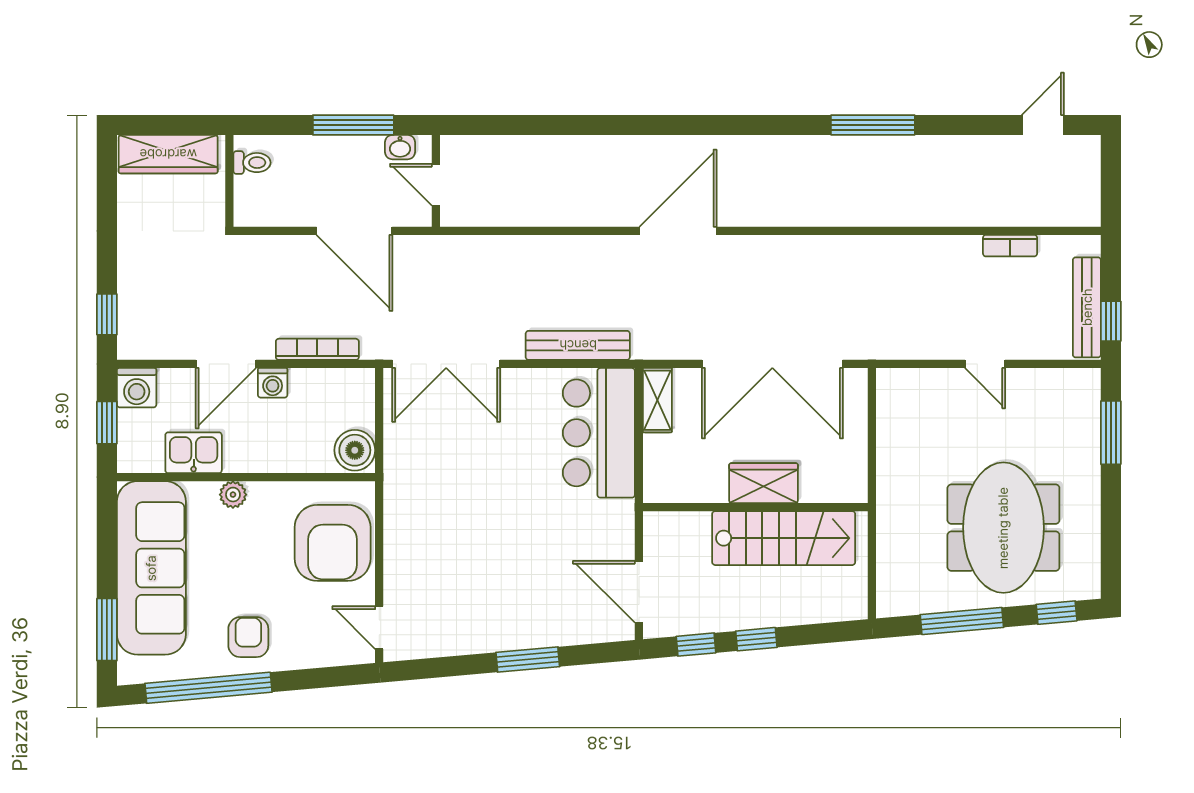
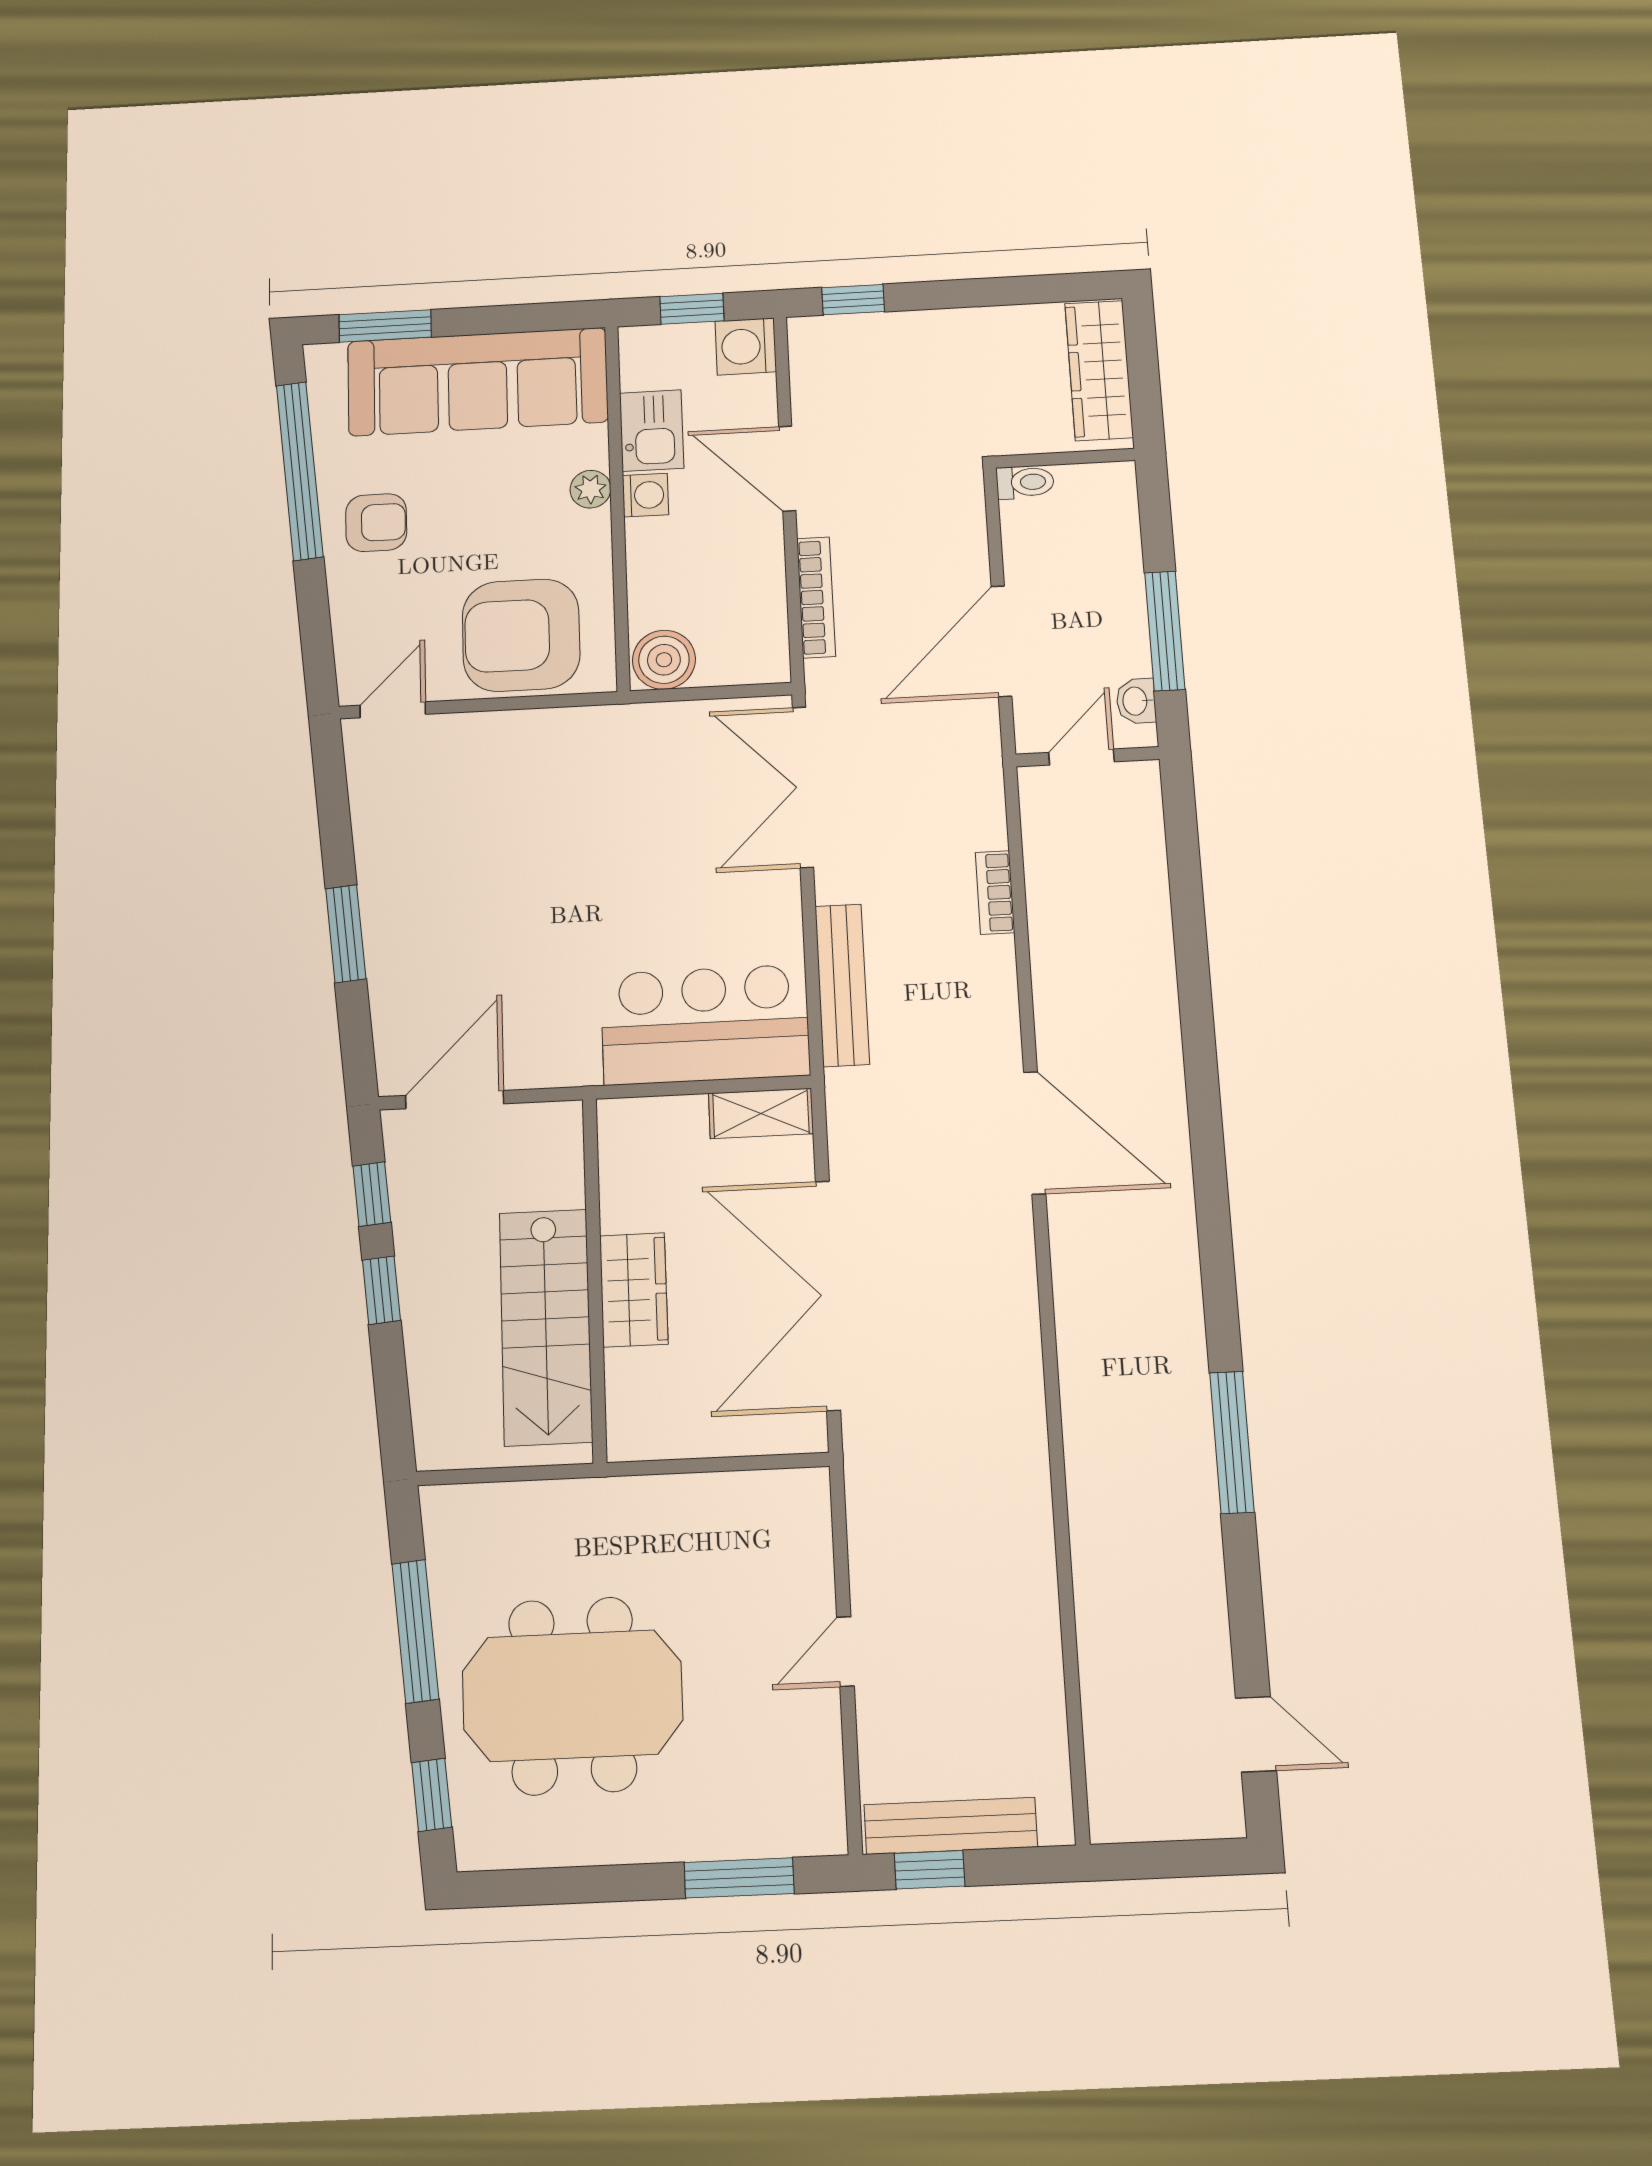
toilet: (252, 163) -> (1025, 482), moved, turned -90
bookcase: (1010, 246) -> (995, 893), moved
washing machine: (273, 383) -> (645, 495), moved, turned 180

